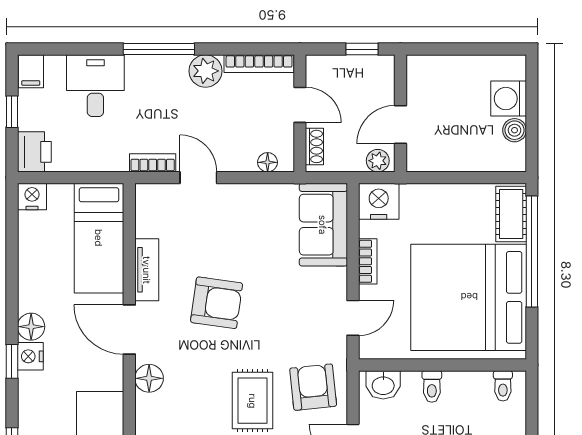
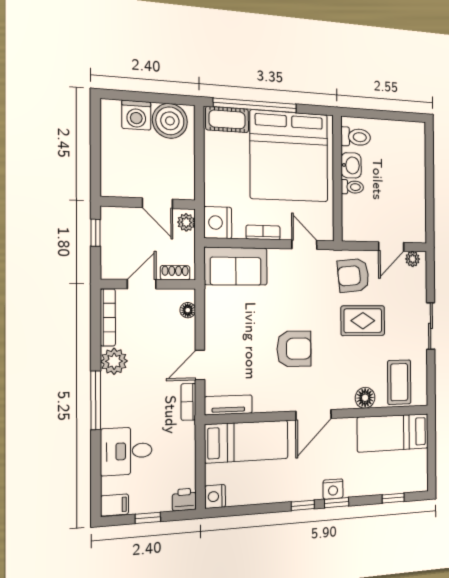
boiler: (515, 130) -> (170, 121), width x1.86, depth x1.86
printer: (34, 152) -> (184, 500), width x0.73, depth x0.81
tv unit: (147, 270) -> (228, 405), moved
armchair: (217, 303) -> (294, 349), turned 82
window: (12, 314) -> (303, 505), added
floor lamp: (31, 327) -> (312, 490), removed
floor lamp: (149, 378) -> (365, 398), moved
washbasin: (383, 385) -> (351, 165), moved
toilet: (503, 386) -> (356, 137), width x1.37, depth x1.39

